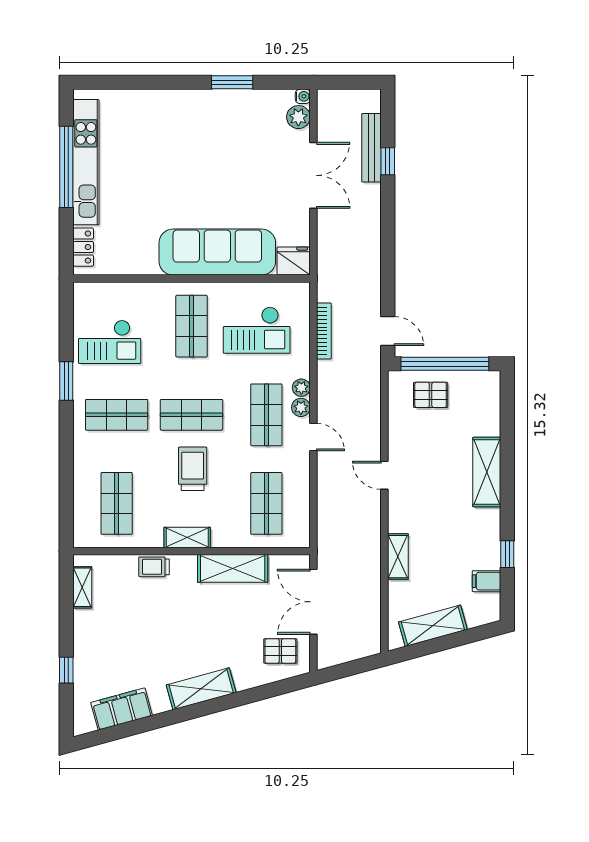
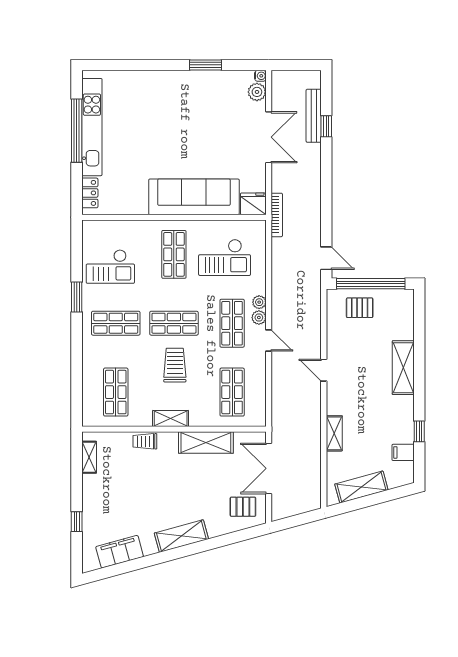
bookcase: (324, 331) -> (277, 215), moved

